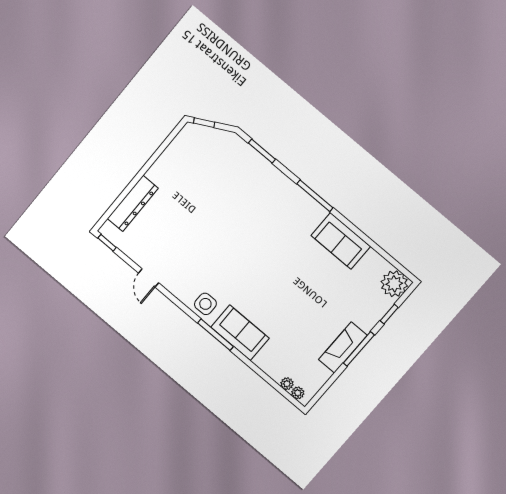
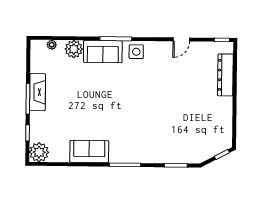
door: (149, 278) -> (181, 39), swing flipped
plant: (298, 393) -> (74, 49), moved, width x1.88, depth x1.88

